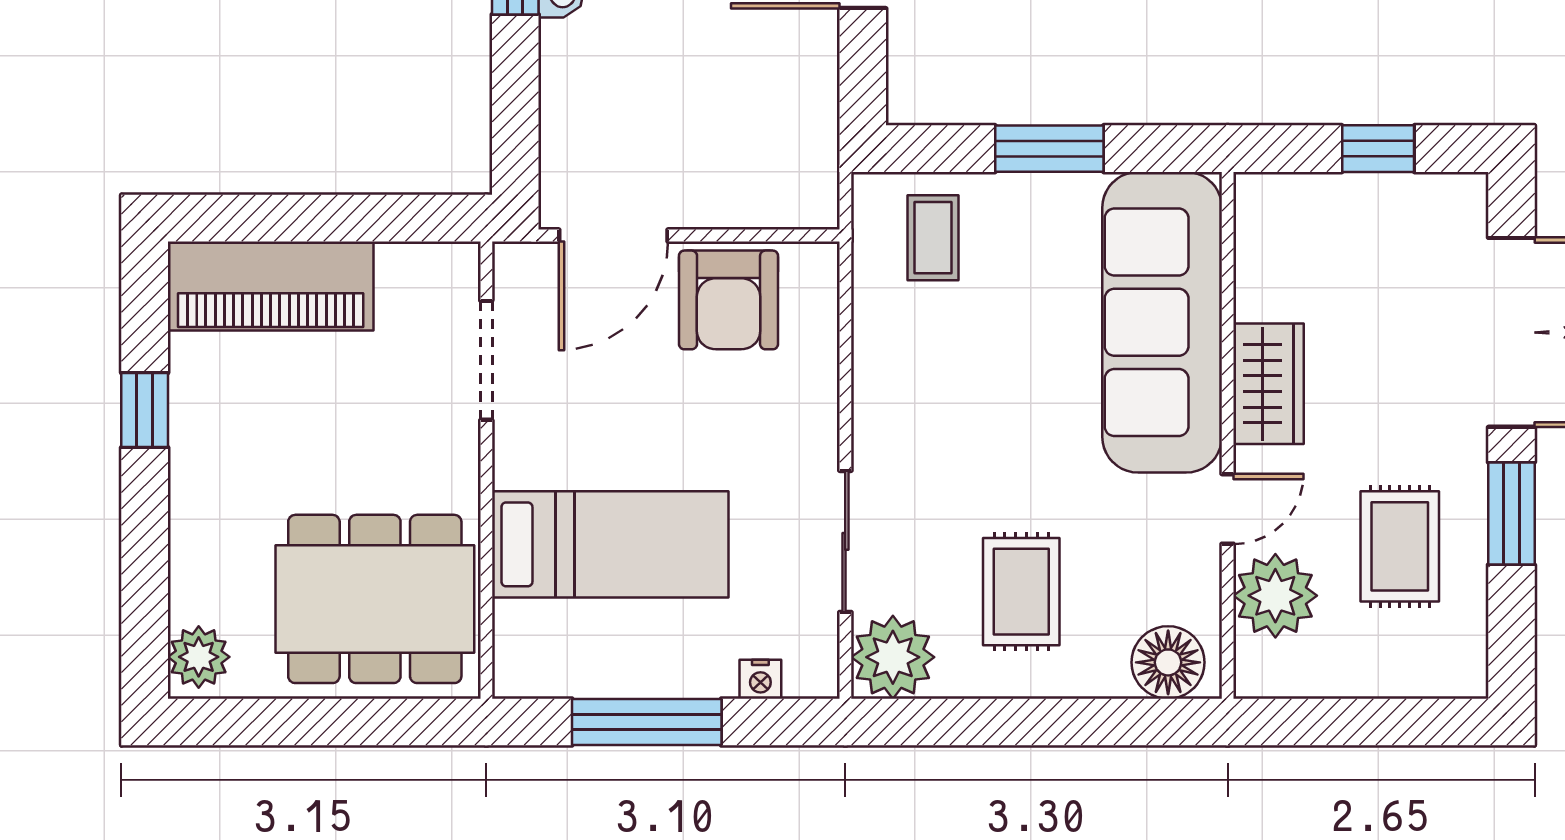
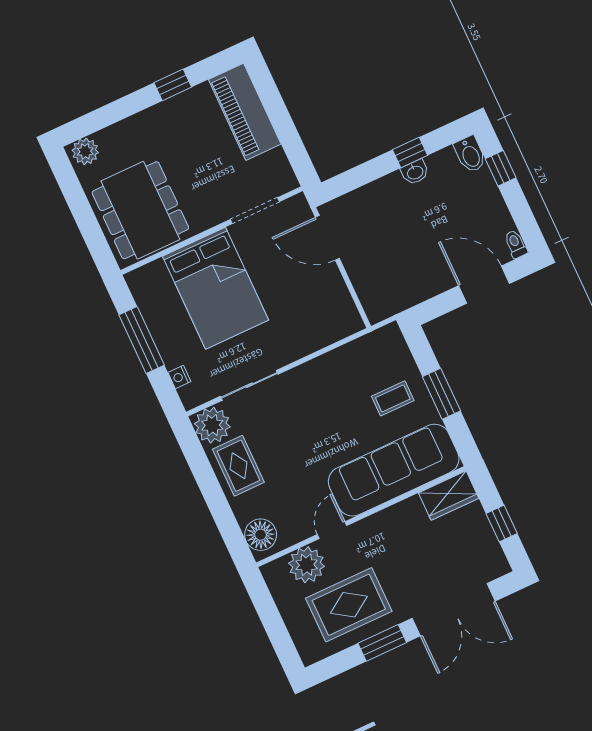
coffee table: (933, 238) -> (393, 398), moved
armchair: (729, 300) -> (323, 295), removed
wardrobe: (1268, 384) -> (449, 496), moved
door: (1228, 509) -> (332, 530), swing flipped
bed: (610, 544) -> (216, 288), width x1.50
rug: (1400, 546) -> (349, 605), width x1.36, depth x1.43
rug: (1021, 592) -> (238, 466), moved, turned 90

